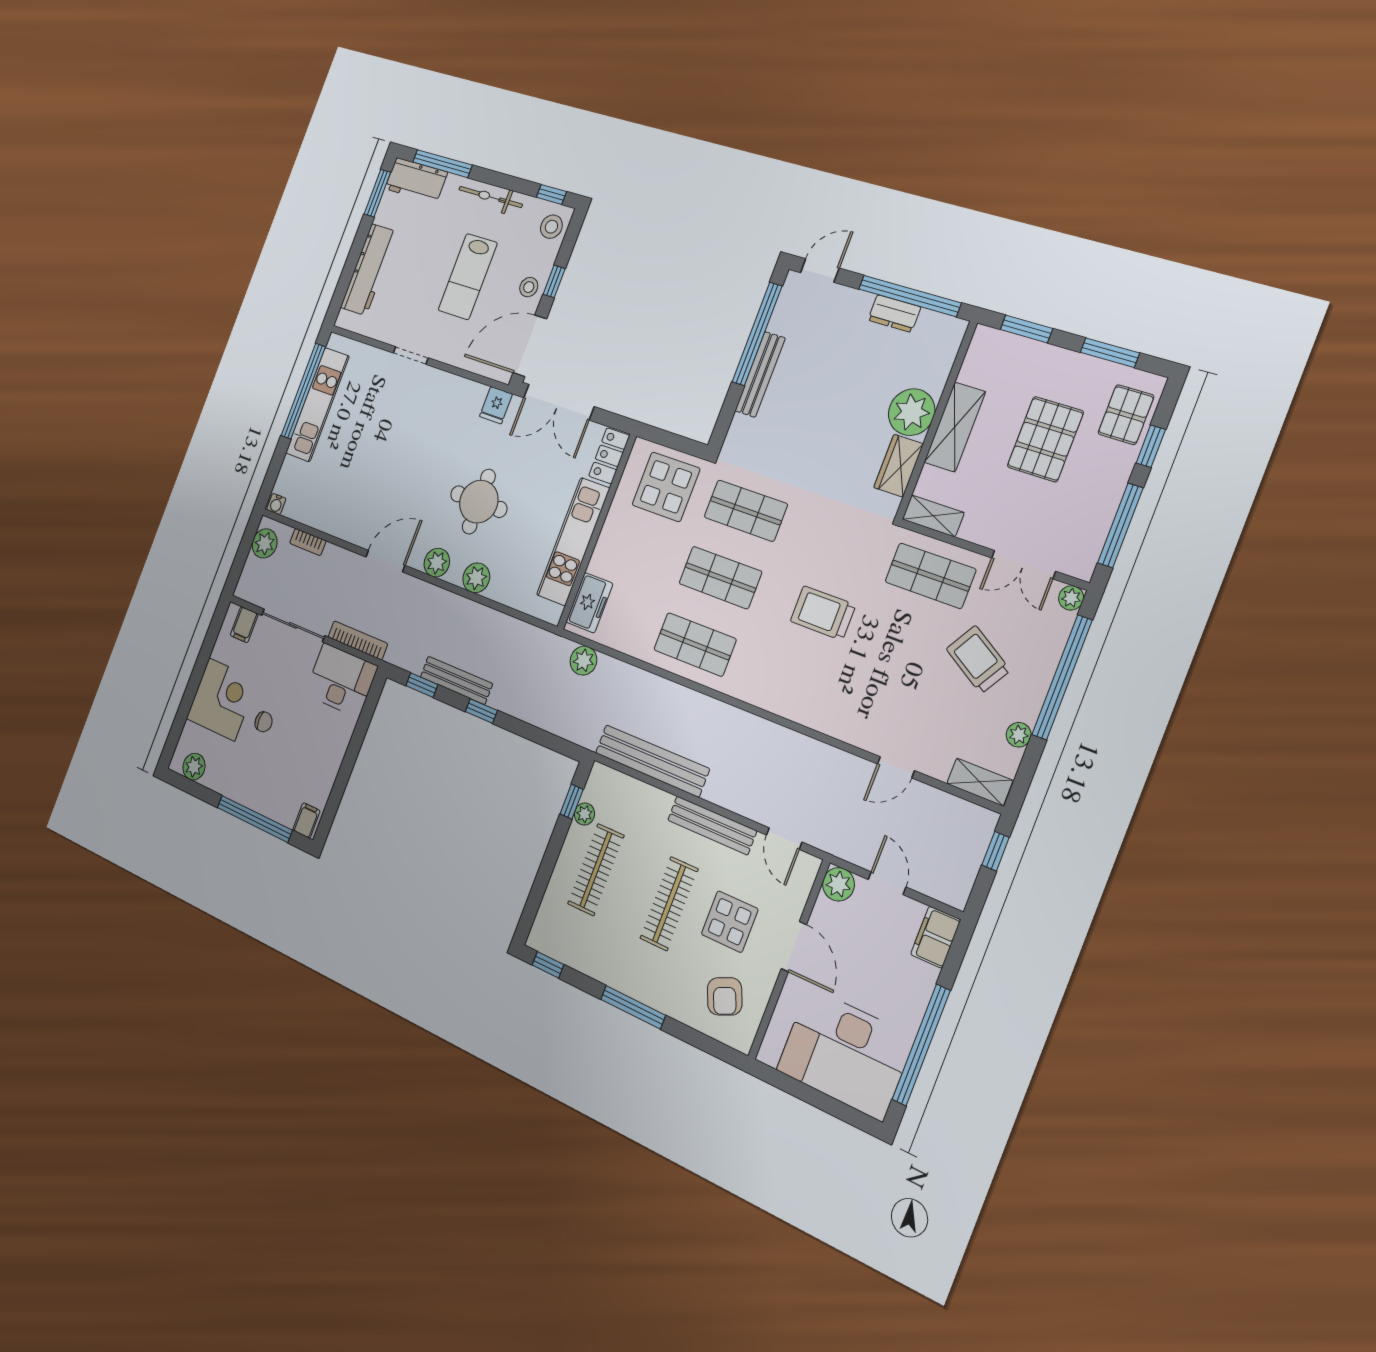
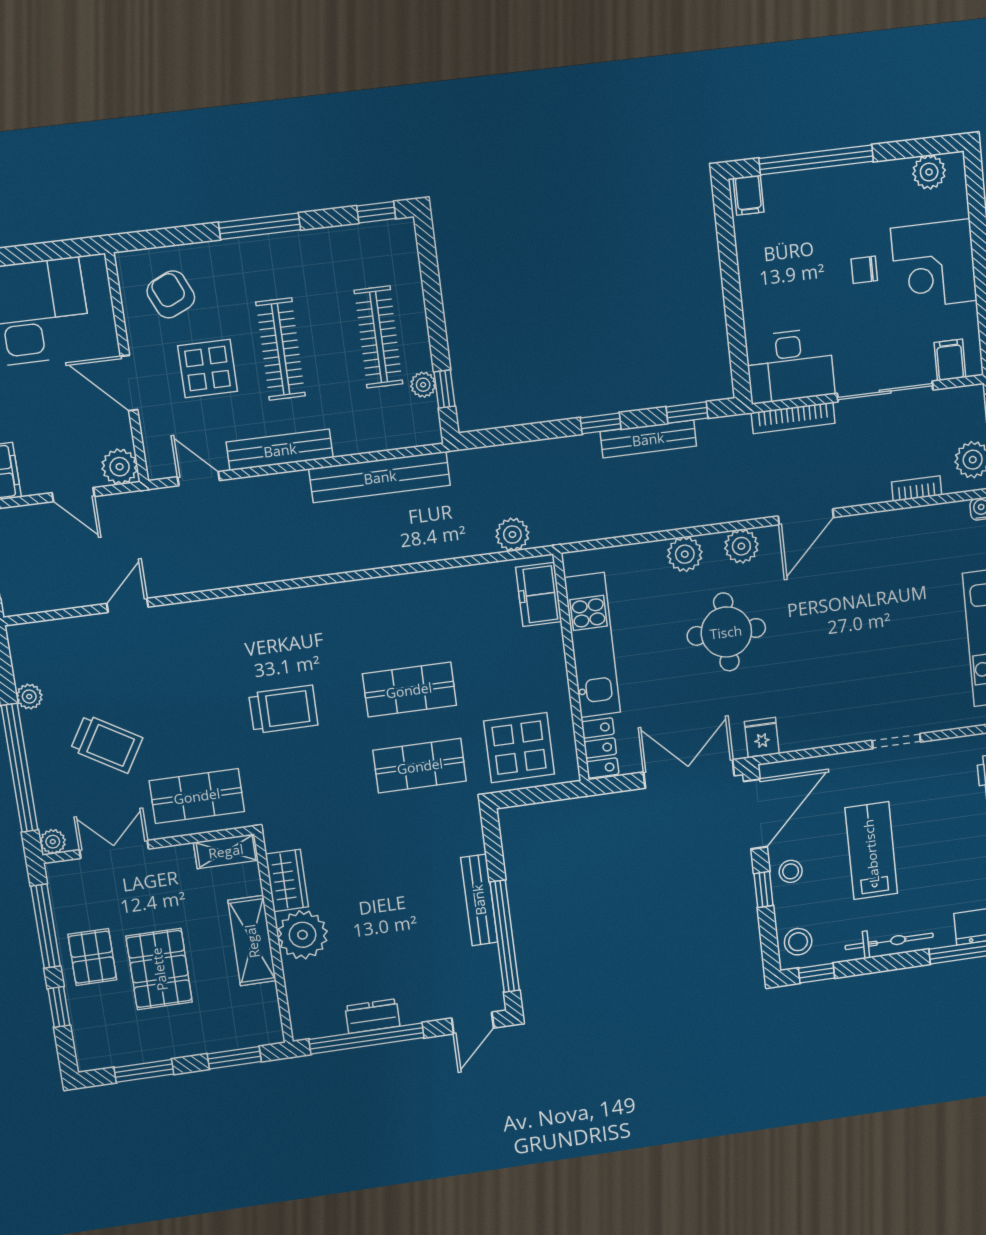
pallet: (1126, 415) -> (92, 957), moved
shop shelf: (695, 644) -> (399, 613), removed
shelving: (980, 782) -> (40, 635), removed

